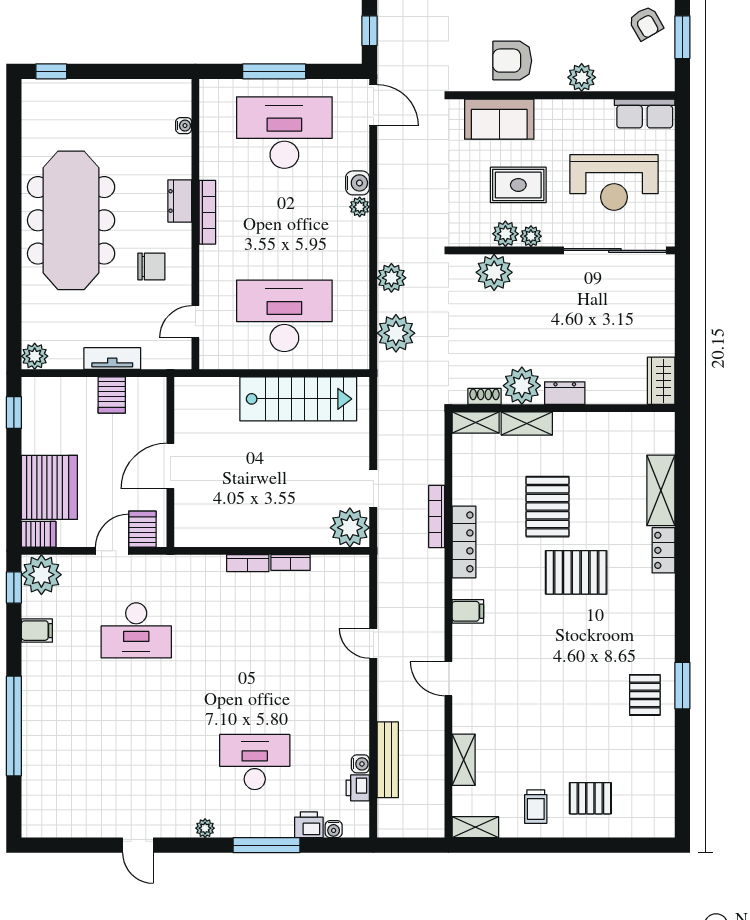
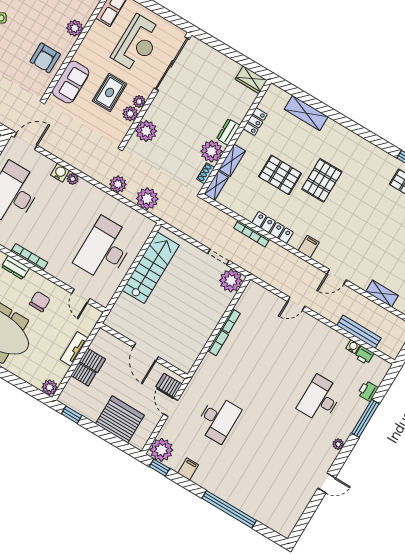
server rack: (39, 534) -> (83, 374), moved, turned 90
locker: (664, 550) -> (255, 122), moved, turned -90
water cooler: (334, 829) -> (378, 380), removed

